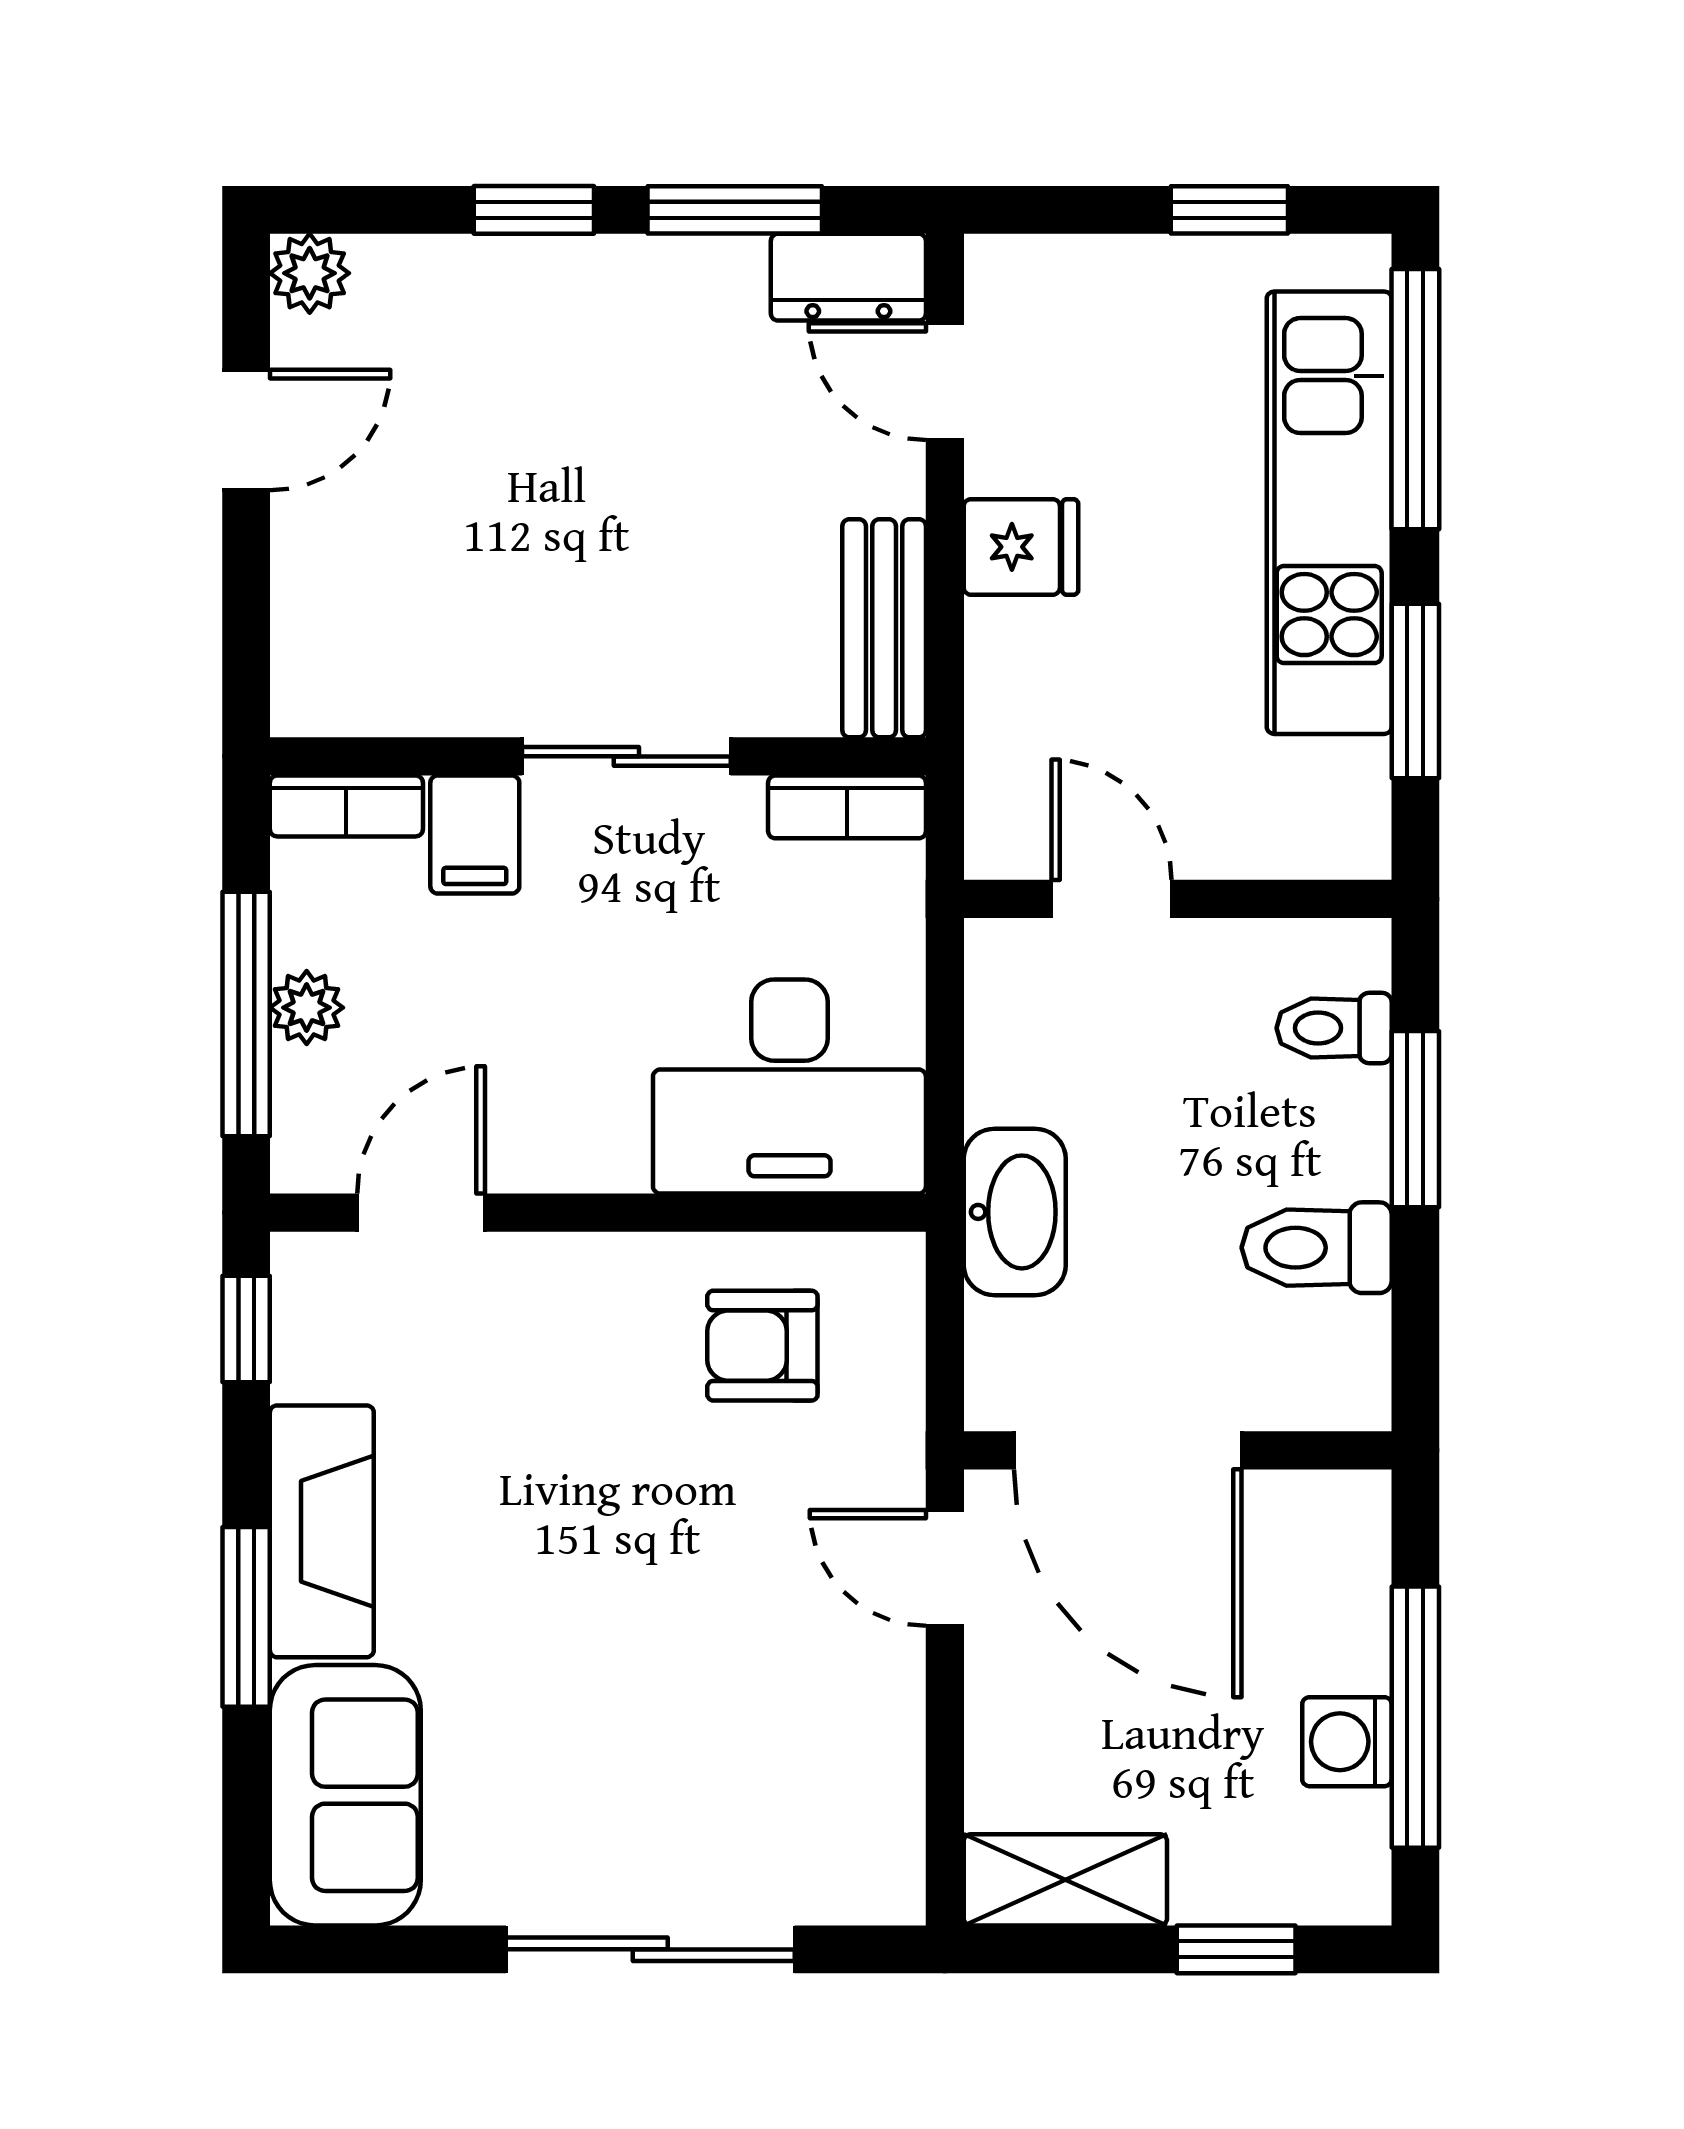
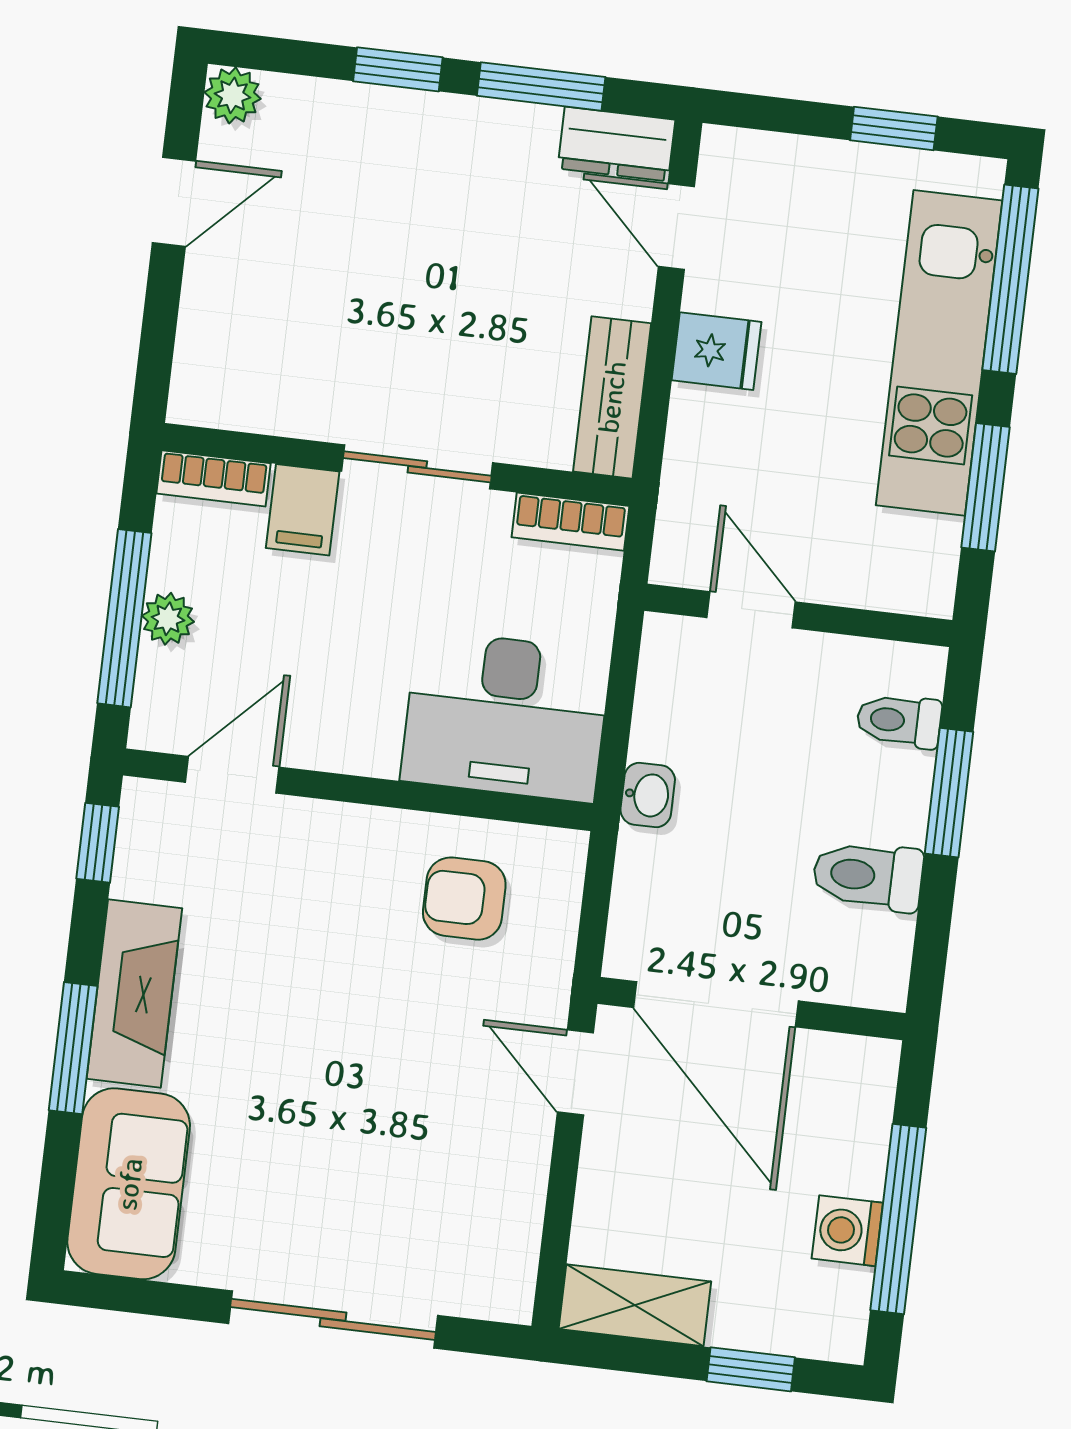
washbasin: (1015, 1212) -> (648, 795), width x0.52, depth x0.69

